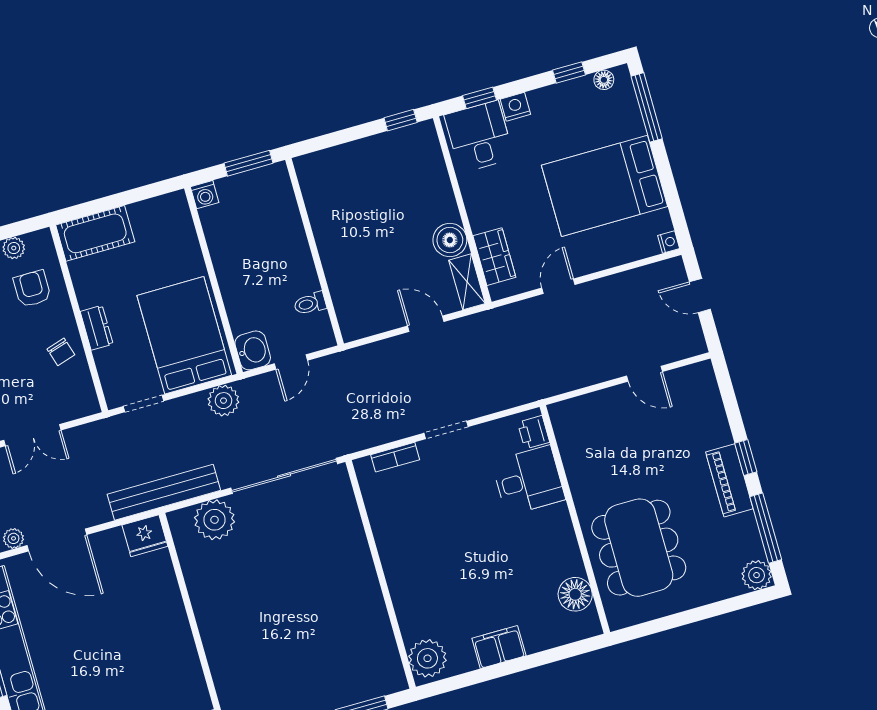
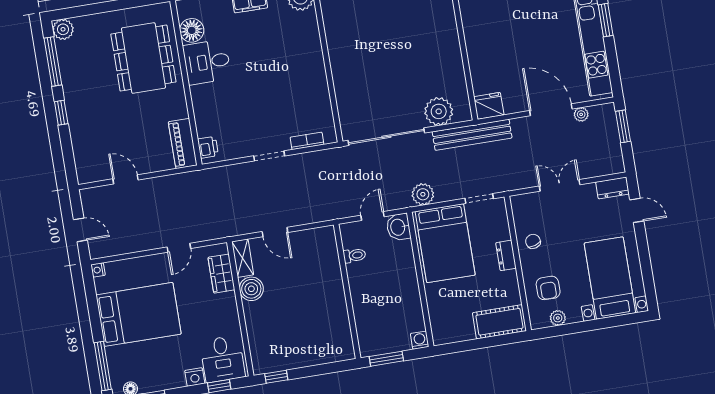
desk: (528, 480) -> (207, 62), moved
piano: (729, 480) -> (183, 143), moved, turned 180

